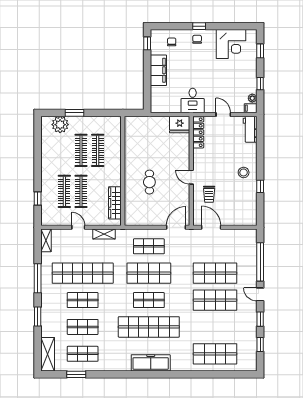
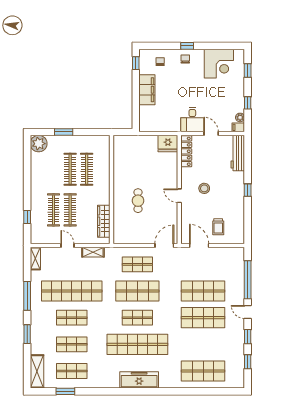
desk: (193, 100) -> (192, 120), moved
plant: (60, 125) -> (39, 144), moved
workbench: (250, 129) -> (238, 153), width x1.38
stool: (244, 172) -> (204, 188), moved
window: (260, 186) -> (248, 190), moved
trolley: (209, 194) -> (218, 227), moved

